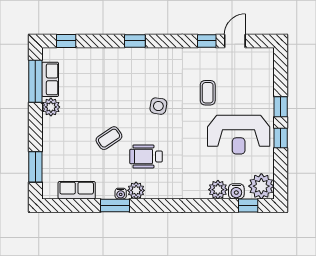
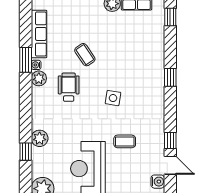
row of seats: (77, 190) -> (39, 34), width x1.48
plant: (218, 190) -> (40, 138), moved
water cooler: (236, 191) -> (158, 182), moved, turned 180
window: (248, 205) -> (26, 152), moved

